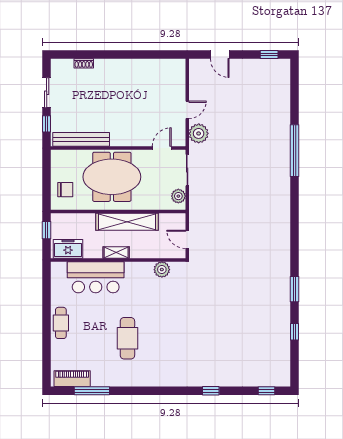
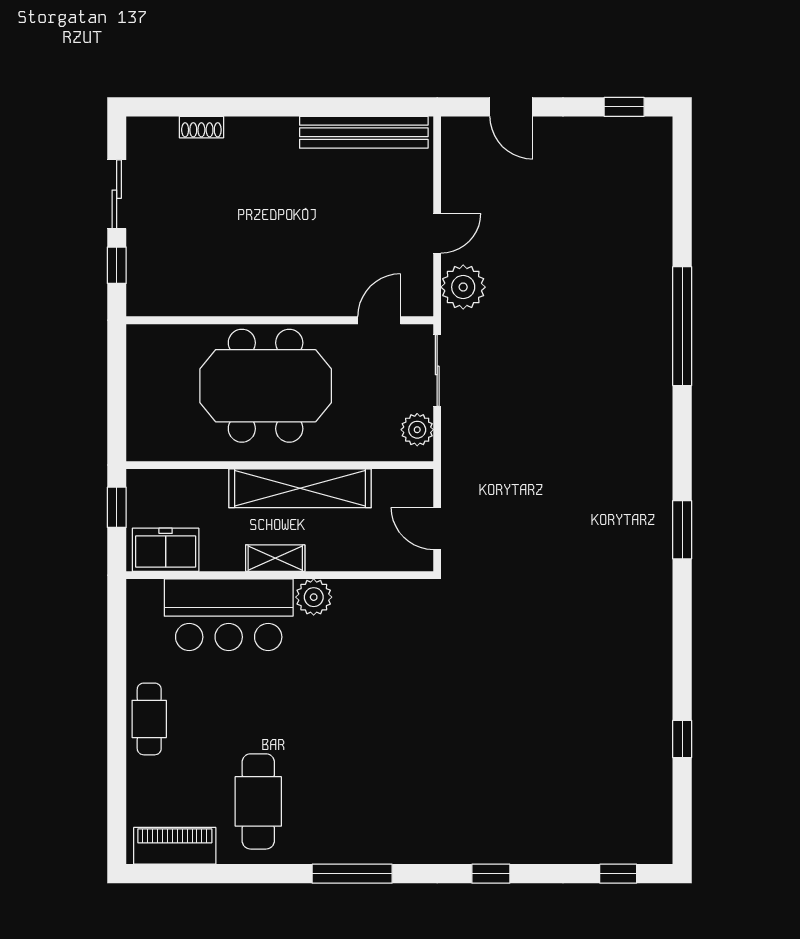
bench: (81, 139) -> (364, 132), moved
chair: (65, 190) -> (159, 415), removed
plant: (162, 270) -> (314, 597), moved
window: (295, 289) -> (682, 530), moved
cafe table: (127, 338) -> (258, 801), moved
window: (92, 391) -> (352, 874), moved

